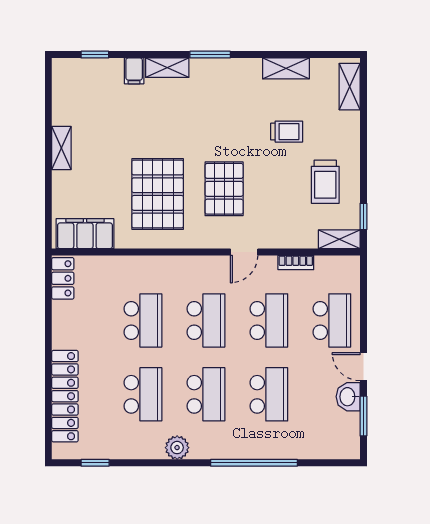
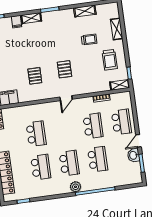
shelving: (350, 87) -> (117, 29), moved
pallet: (224, 189) -> (64, 69), width x0.67, depth x0.71
pallet: (158, 194) -> (35, 76), width x0.49, depth x0.50
door: (244, 252) -> (66, 98), moved
school desk: (206, 320) -> (65, 130), removed
door: (363, 367) -> (139, 141), hinge flipped
plant: (177, 448) -> (76, 187), moved

